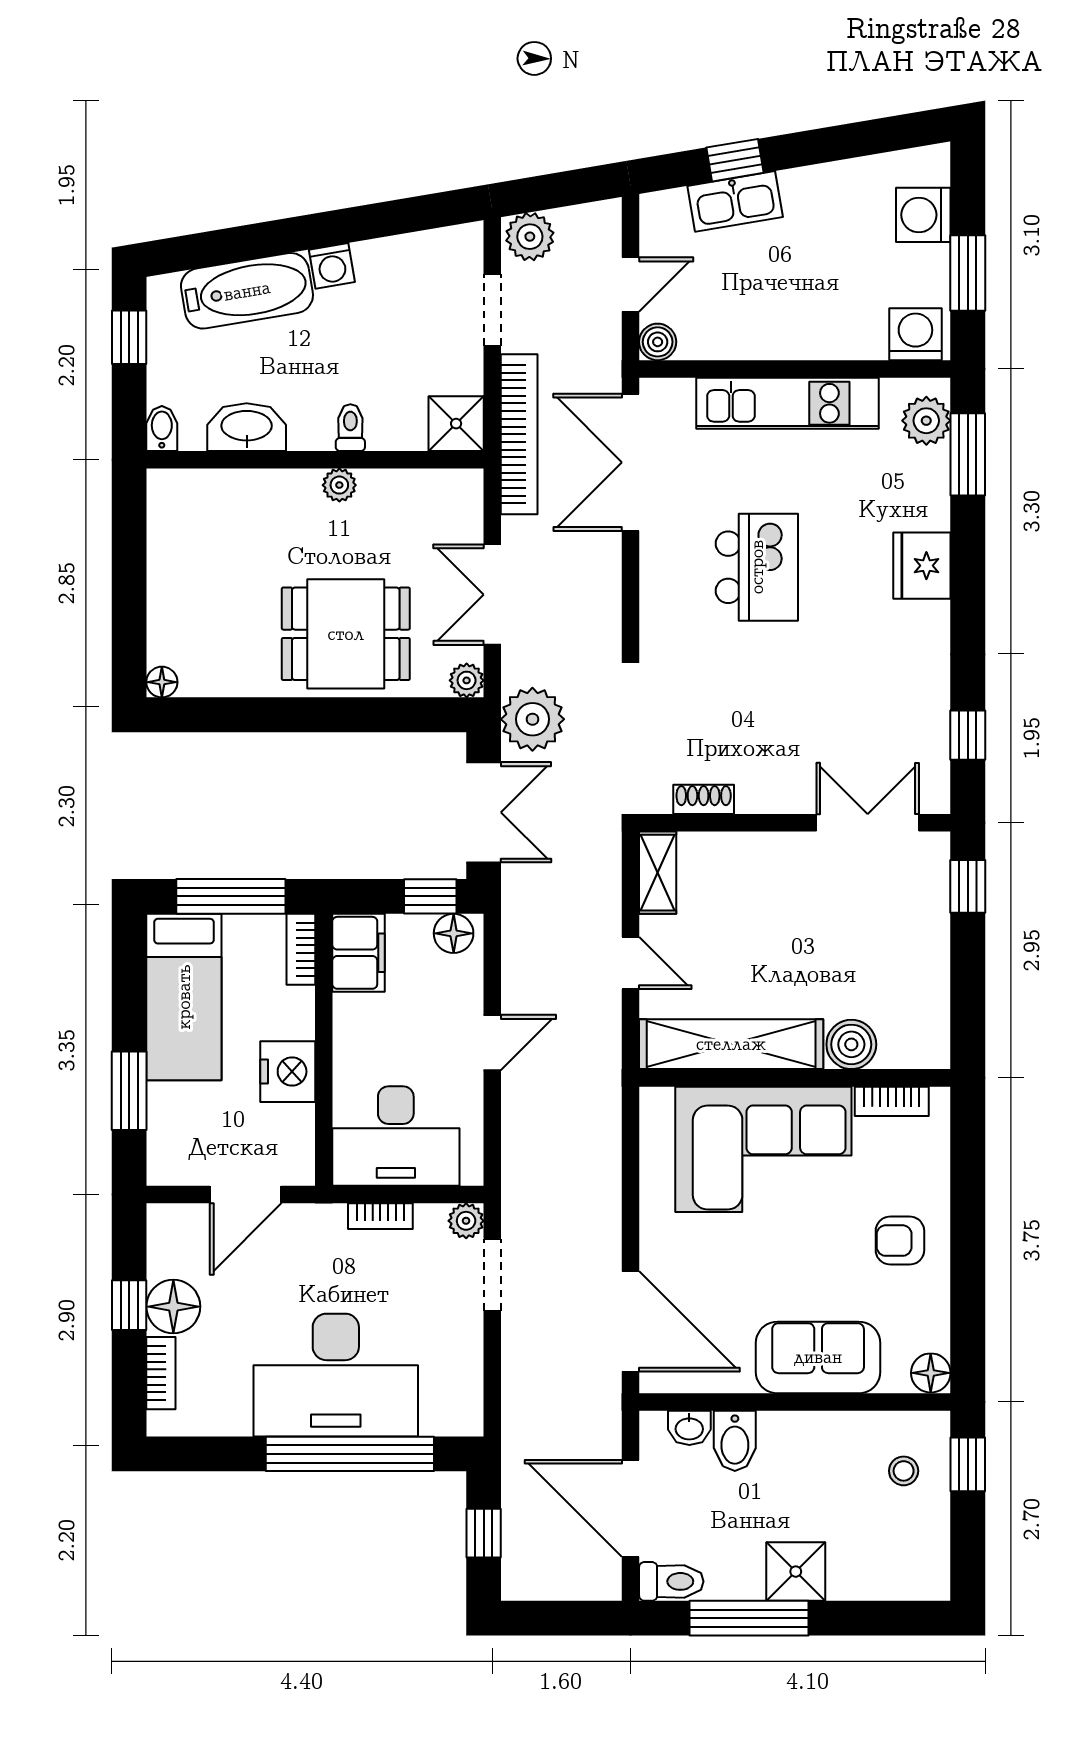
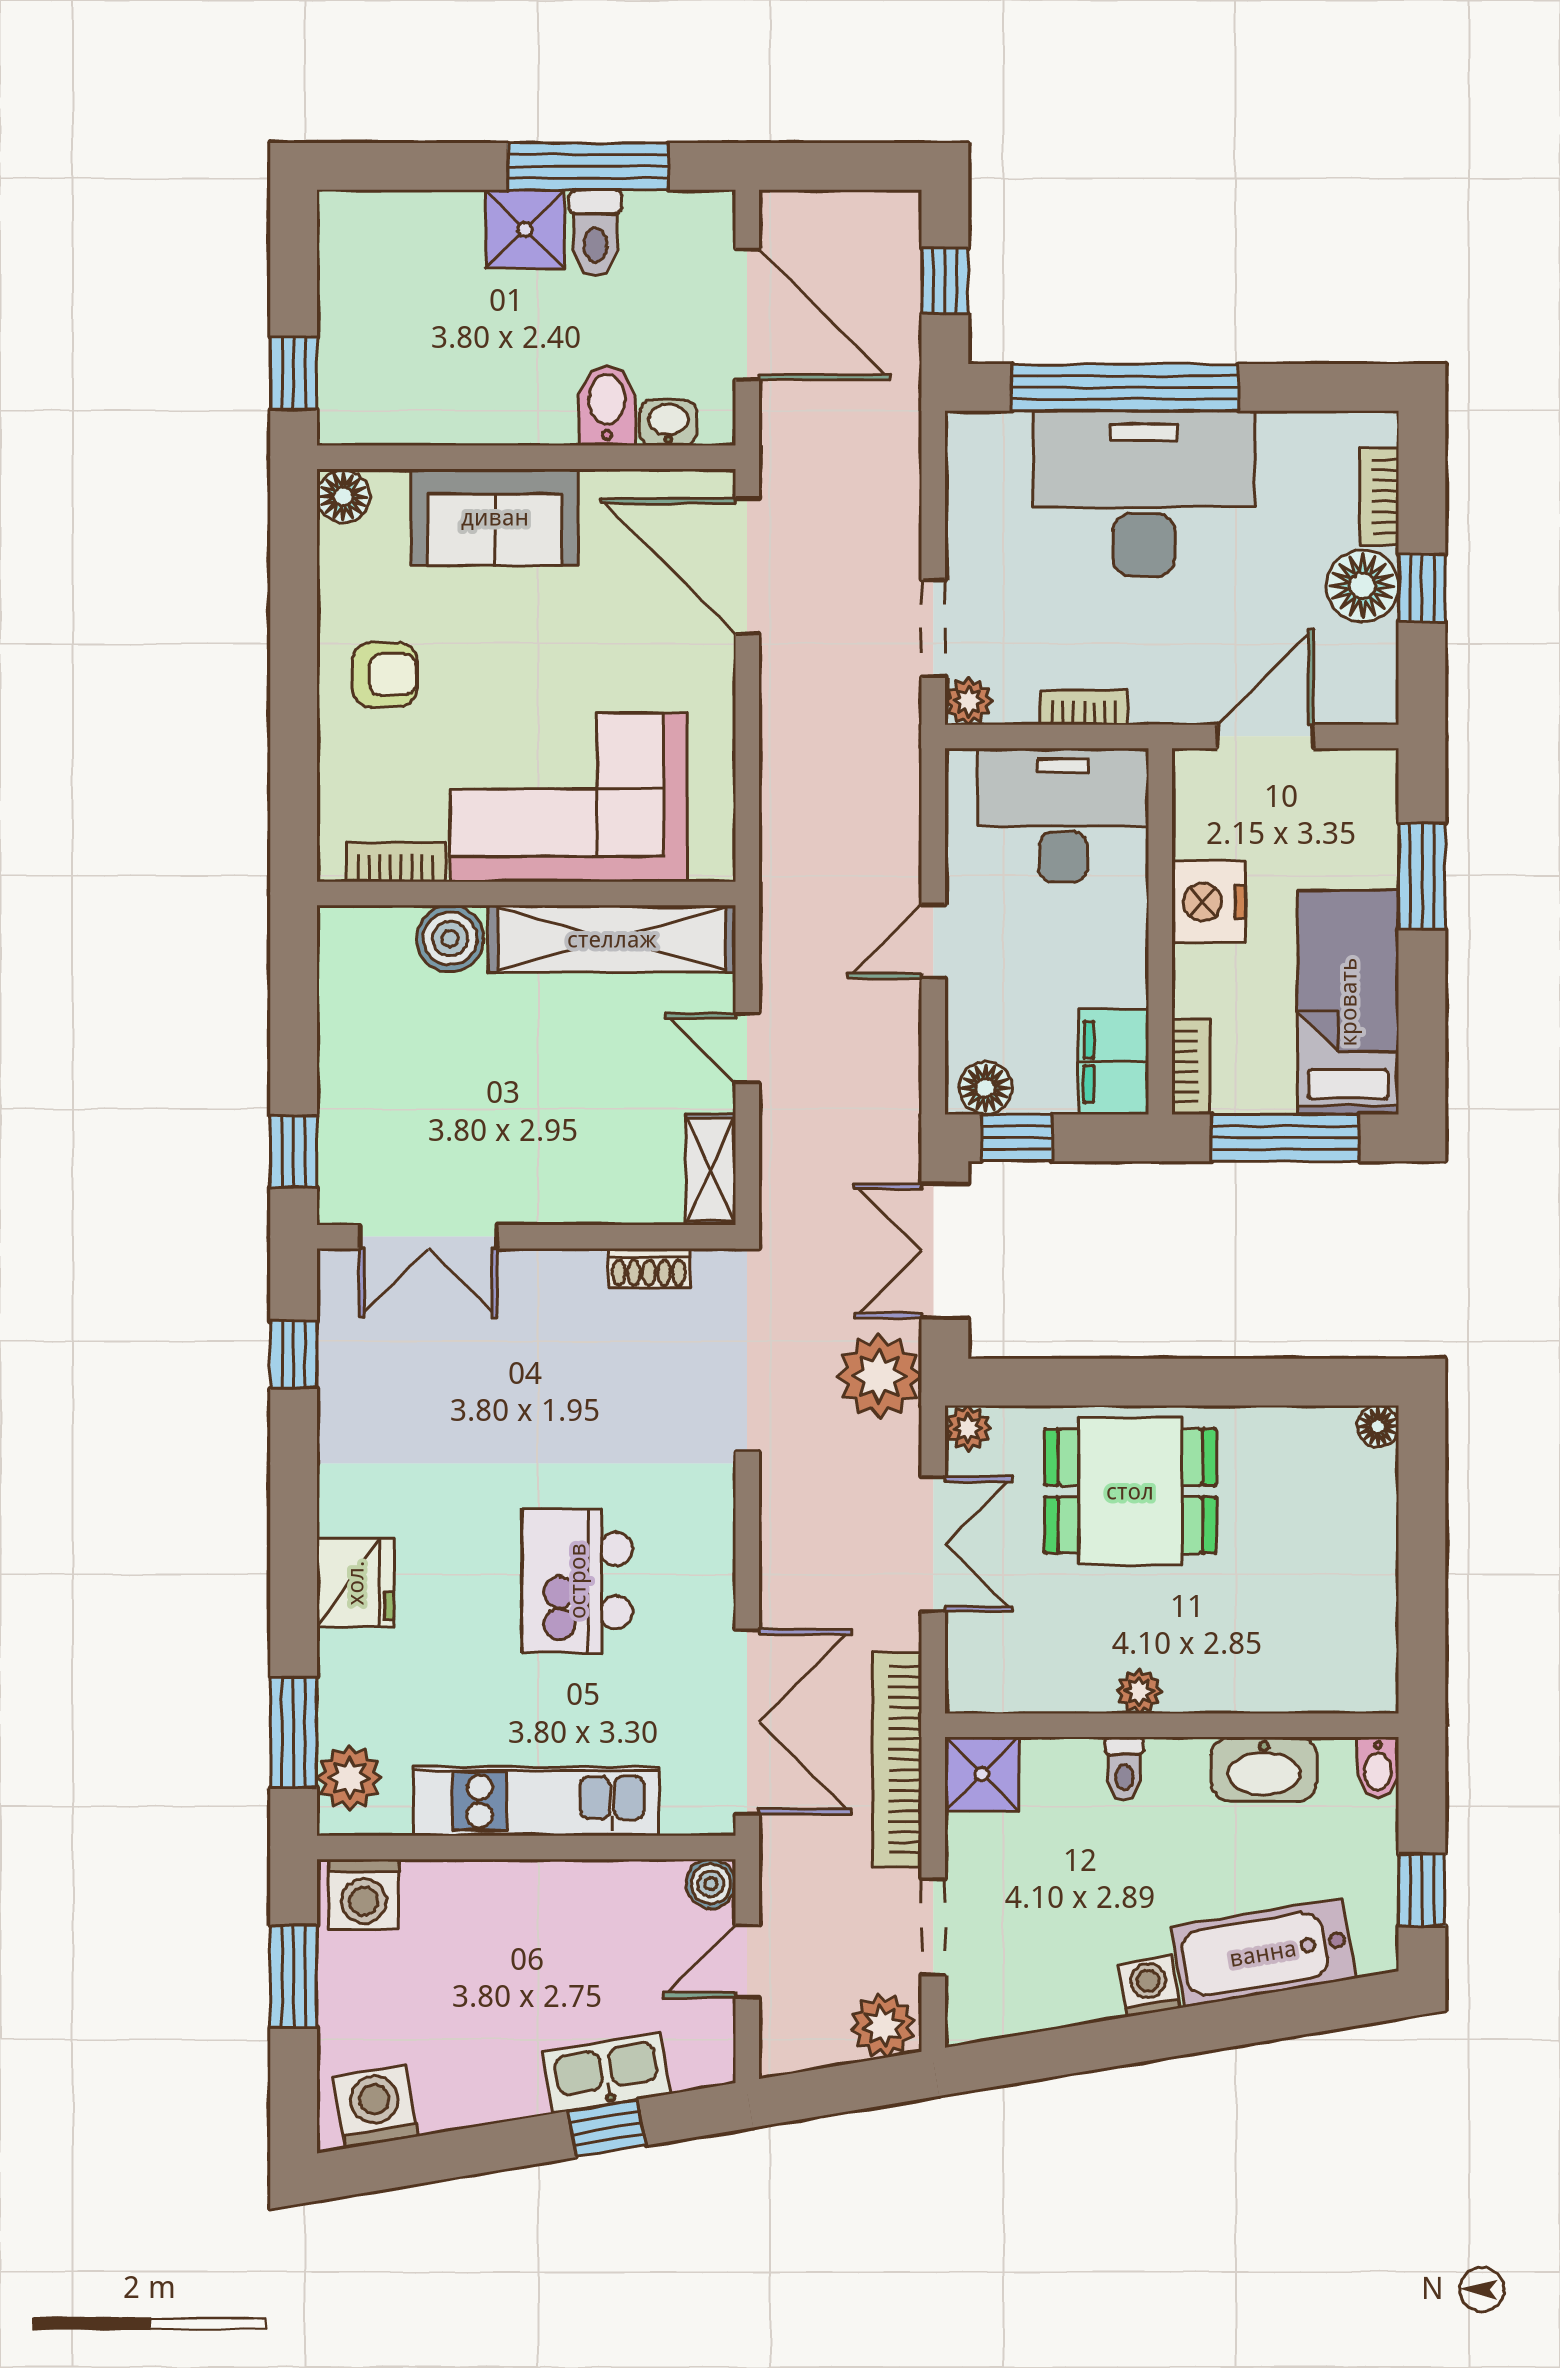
washing machine: (923, 215) -> (375, 2107), moved, turned -100
stool: (904, 1471) -> (380, 365), removed
toilet: (671, 1581) -> (595, 233), moved, turned -90

